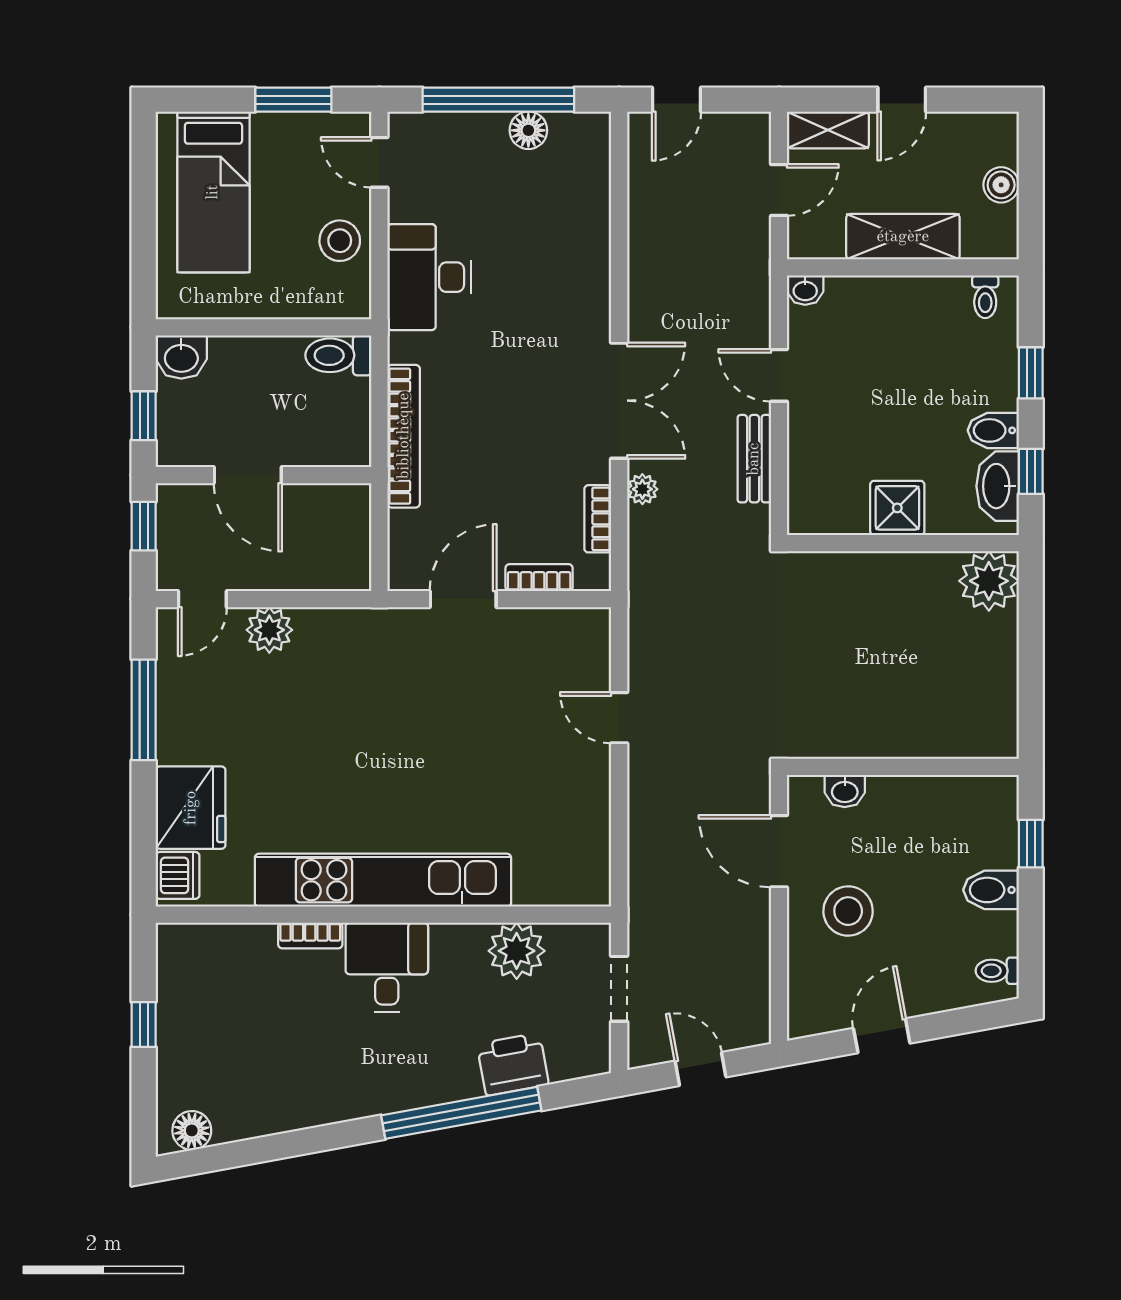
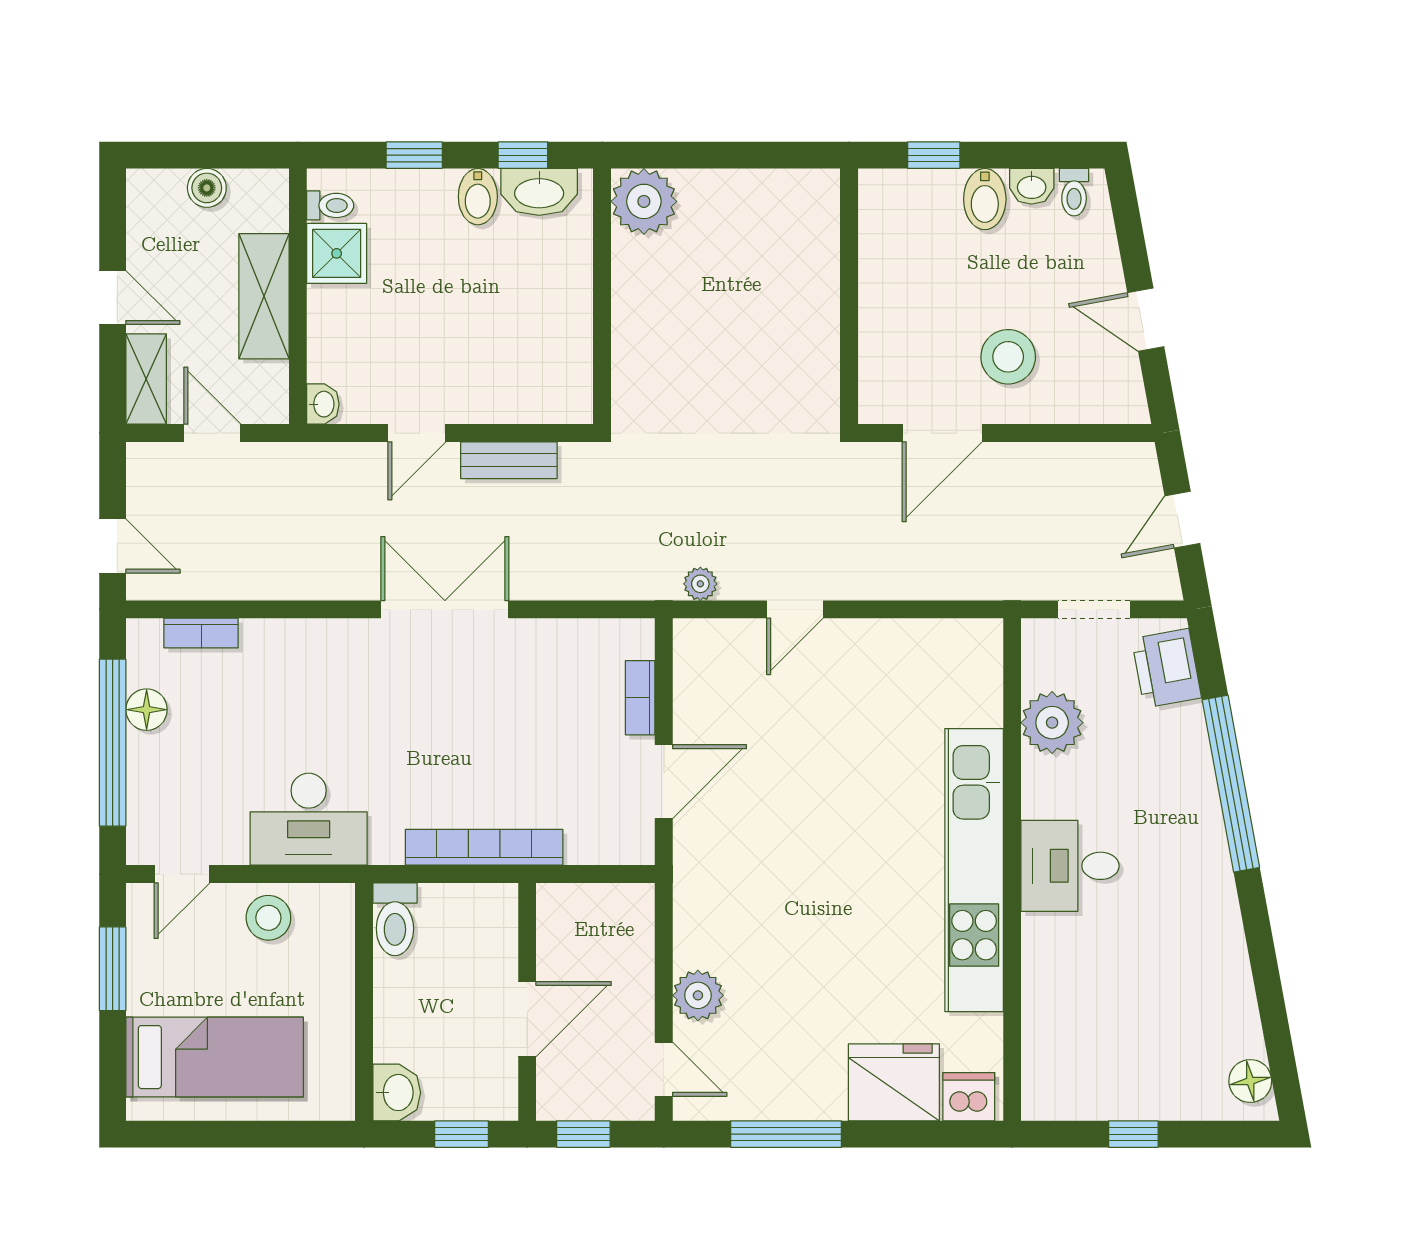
plant: (642, 489) -> (700, 584), moved
shower: (897, 508) -> (337, 253), moved
bookcase: (598, 519) -> (201, 633), moved
door: (463, 599) -> (664, 782), swing flipped
washbasin: (845, 791) -> (1032, 186), moved, turned 90
bookcase: (310, 936) -> (1035, 950), removed
printer: (513, 1064) -> (1166, 668), moved

